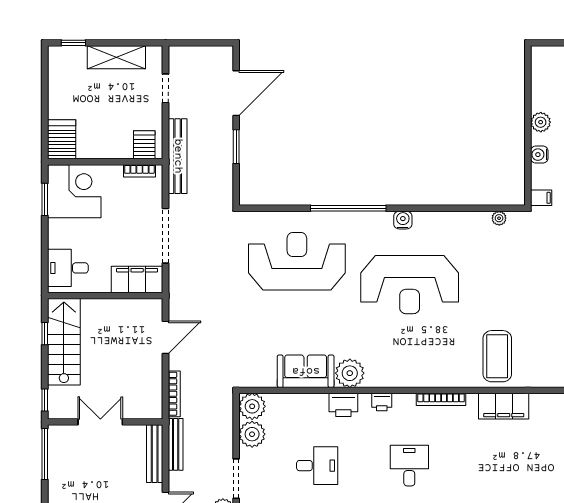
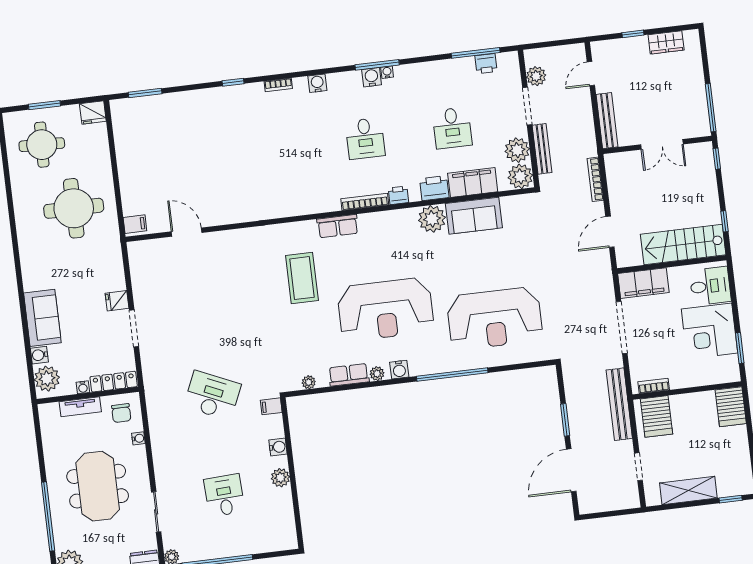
server rack: (144, 145) -> (656, 416), width x1.36, depth x1.44
corner desk: (74, 191) -> (710, 331), moved
plant: (427, 219) -> (377, 374), added
row of seats: (456, 221) -> (349, 375), added
reception desk: (410, 285) -> (386, 309), turned 180
stairs: (64, 342) -> (683, 244), moved, turned 90
coffee table: (497, 356) -> (302, 278), moved
row of seats: (449, 377) -> (338, 226), added
bookcase: (441, 399) -> (365, 202), moved
filing cabinet: (504, 406) -> (473, 182), moved
bench: (176, 444) -> (542, 149), moved
desk: (317, 466) -> (452, 128), turned -90

